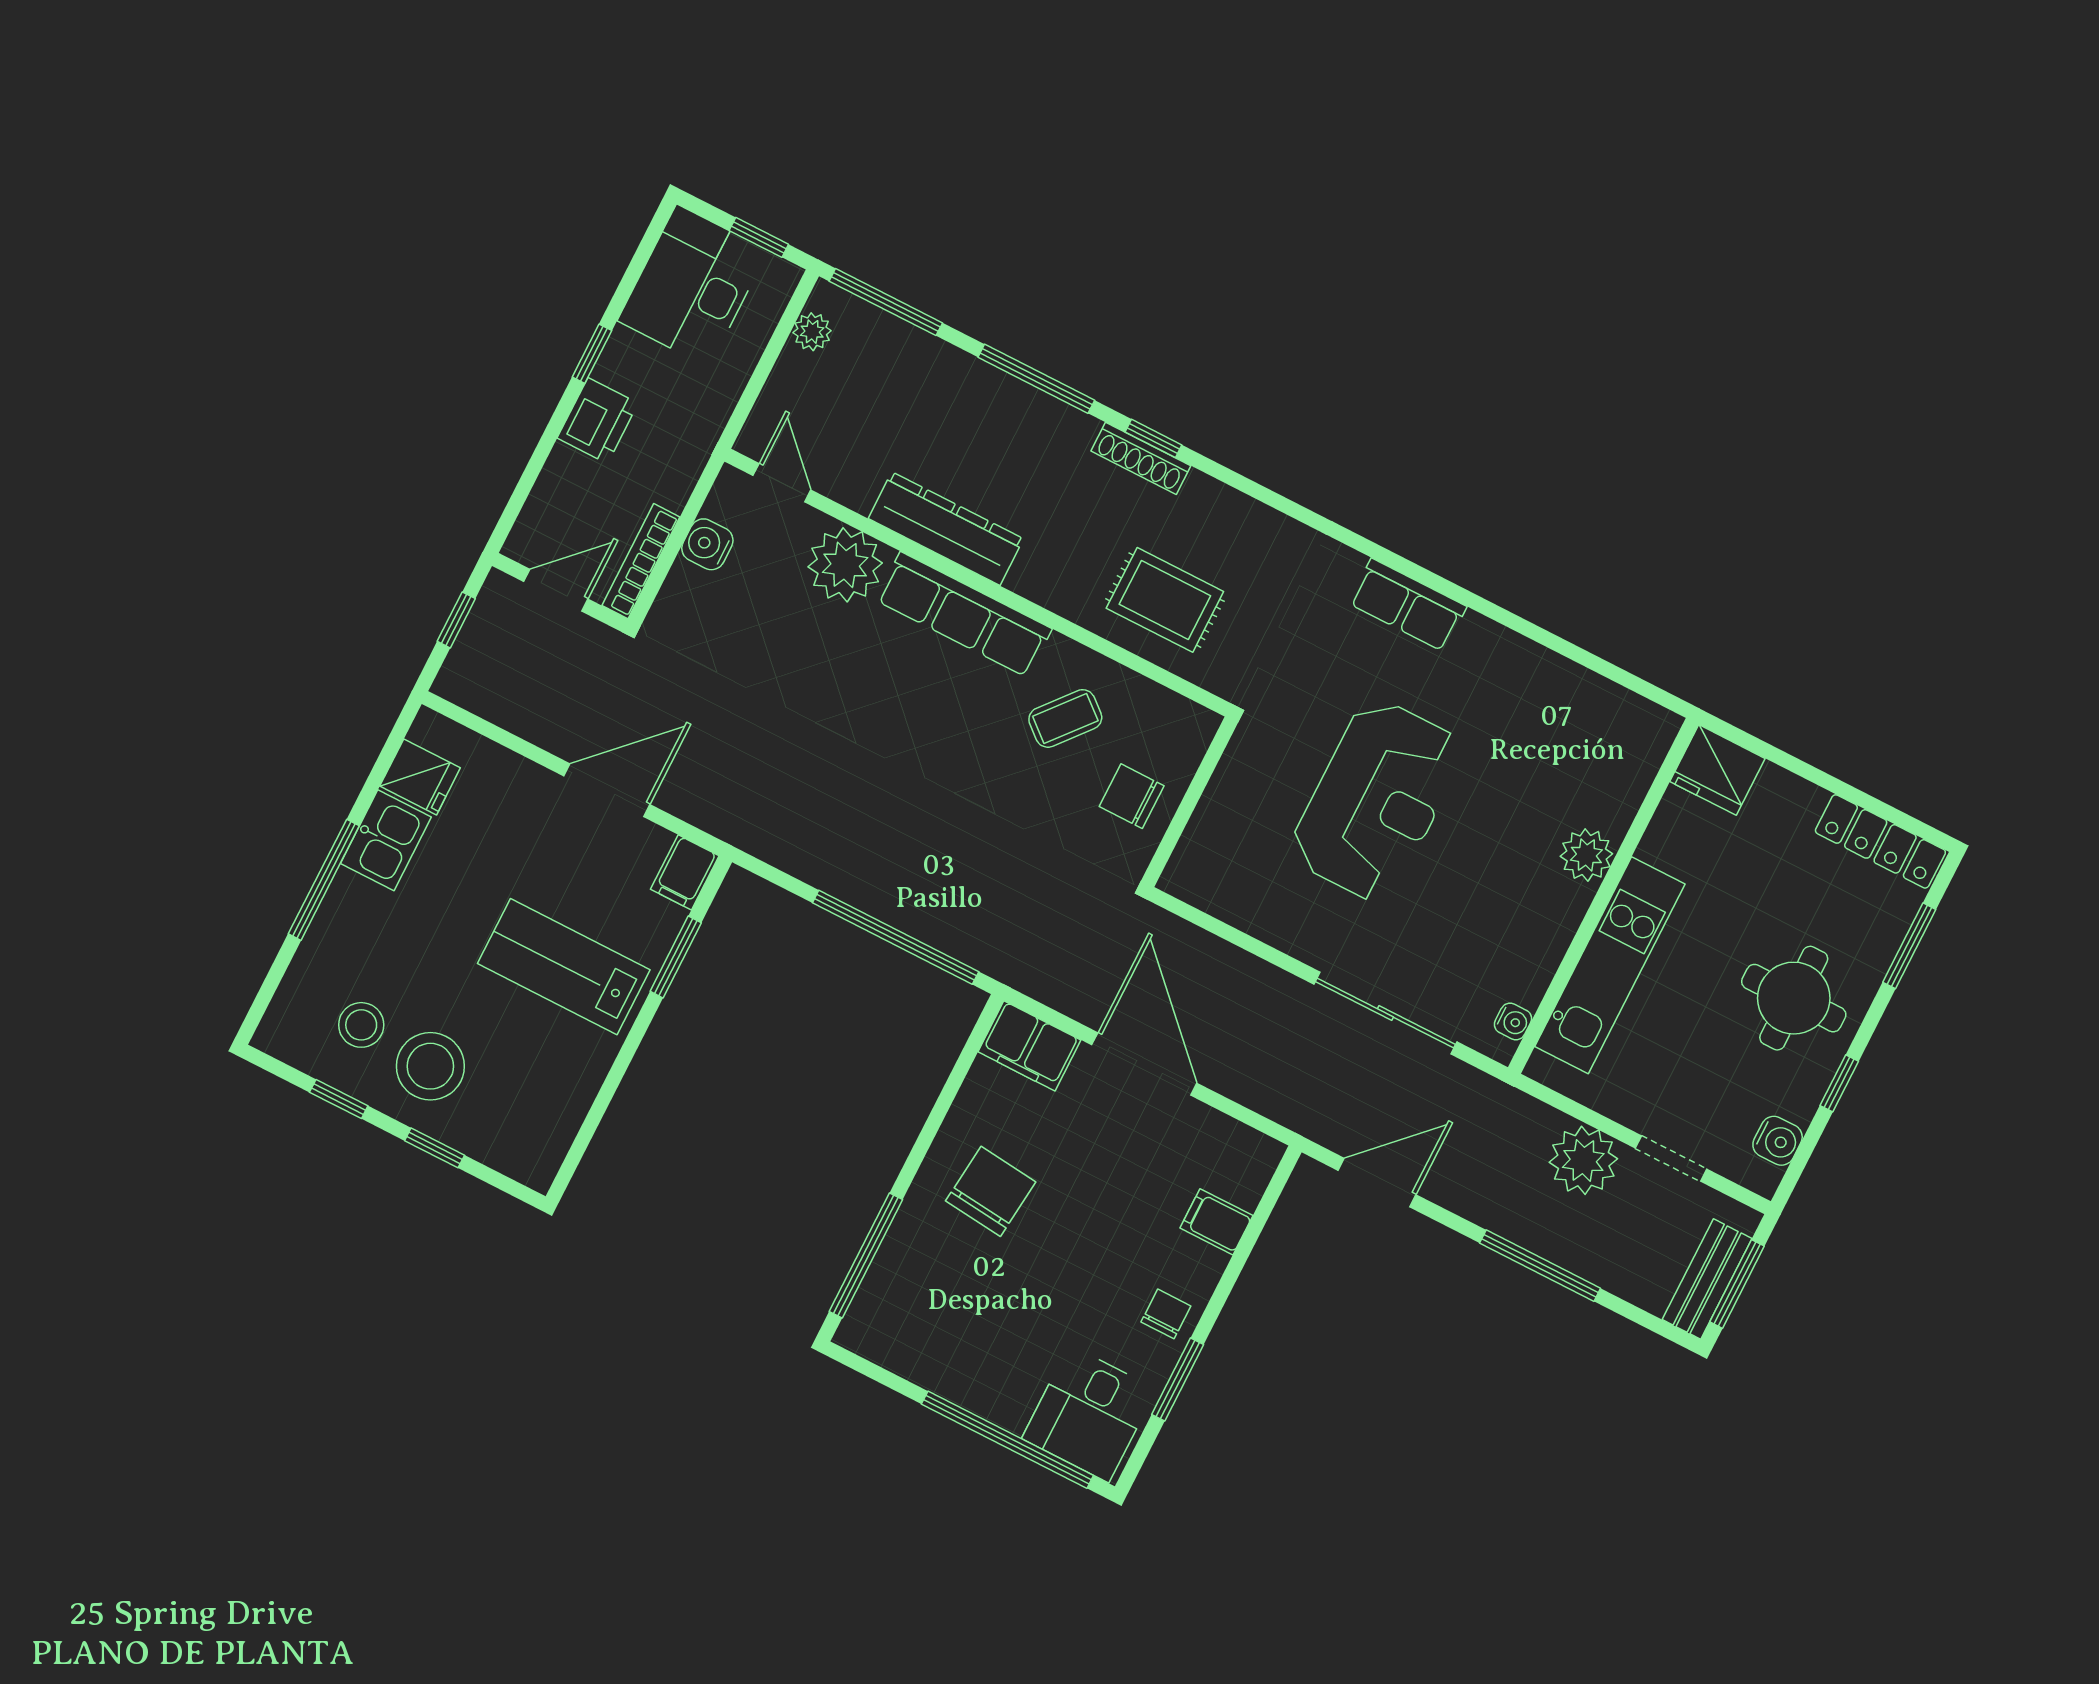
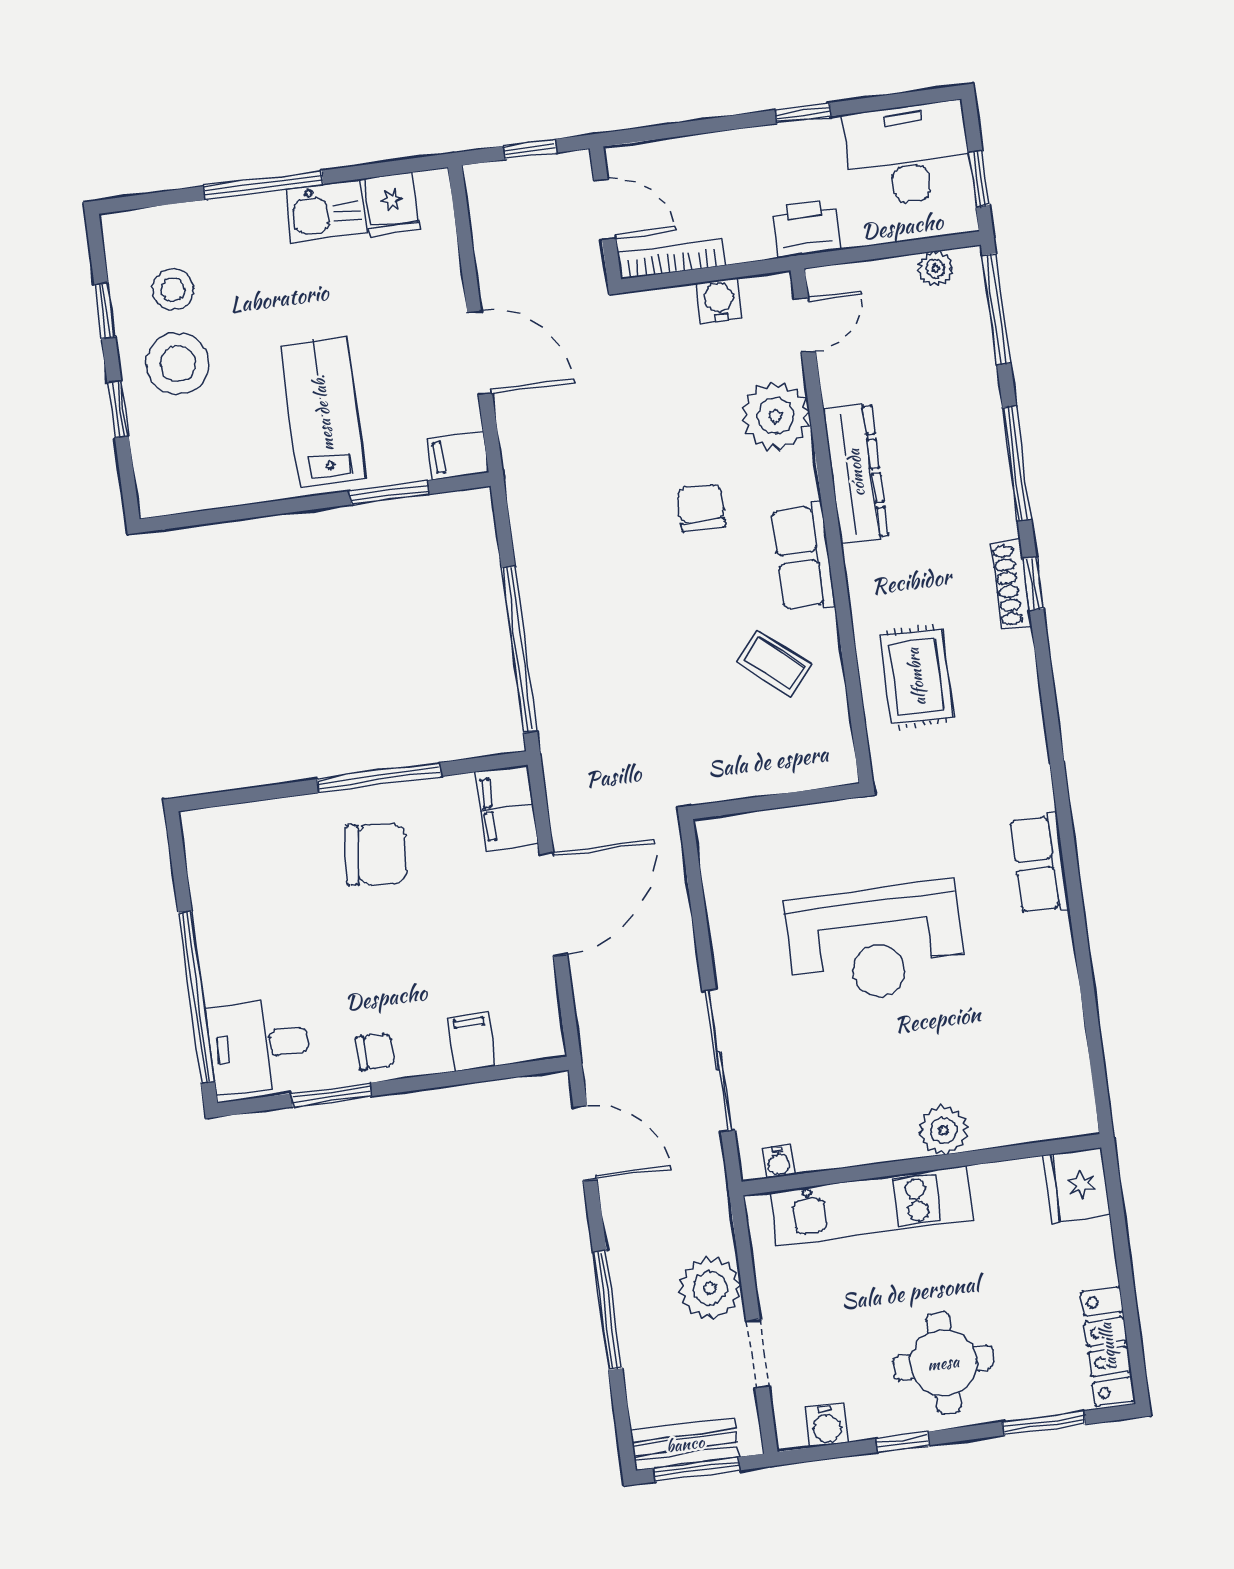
printer: (598, 421) -> (806, 228), moved, turned 180
row of seats: (964, 615) -> (803, 557), width x0.68
chair: (1132, 796) -> (701, 508), moved
window: (866, 1256) -> (379, 778), moved

